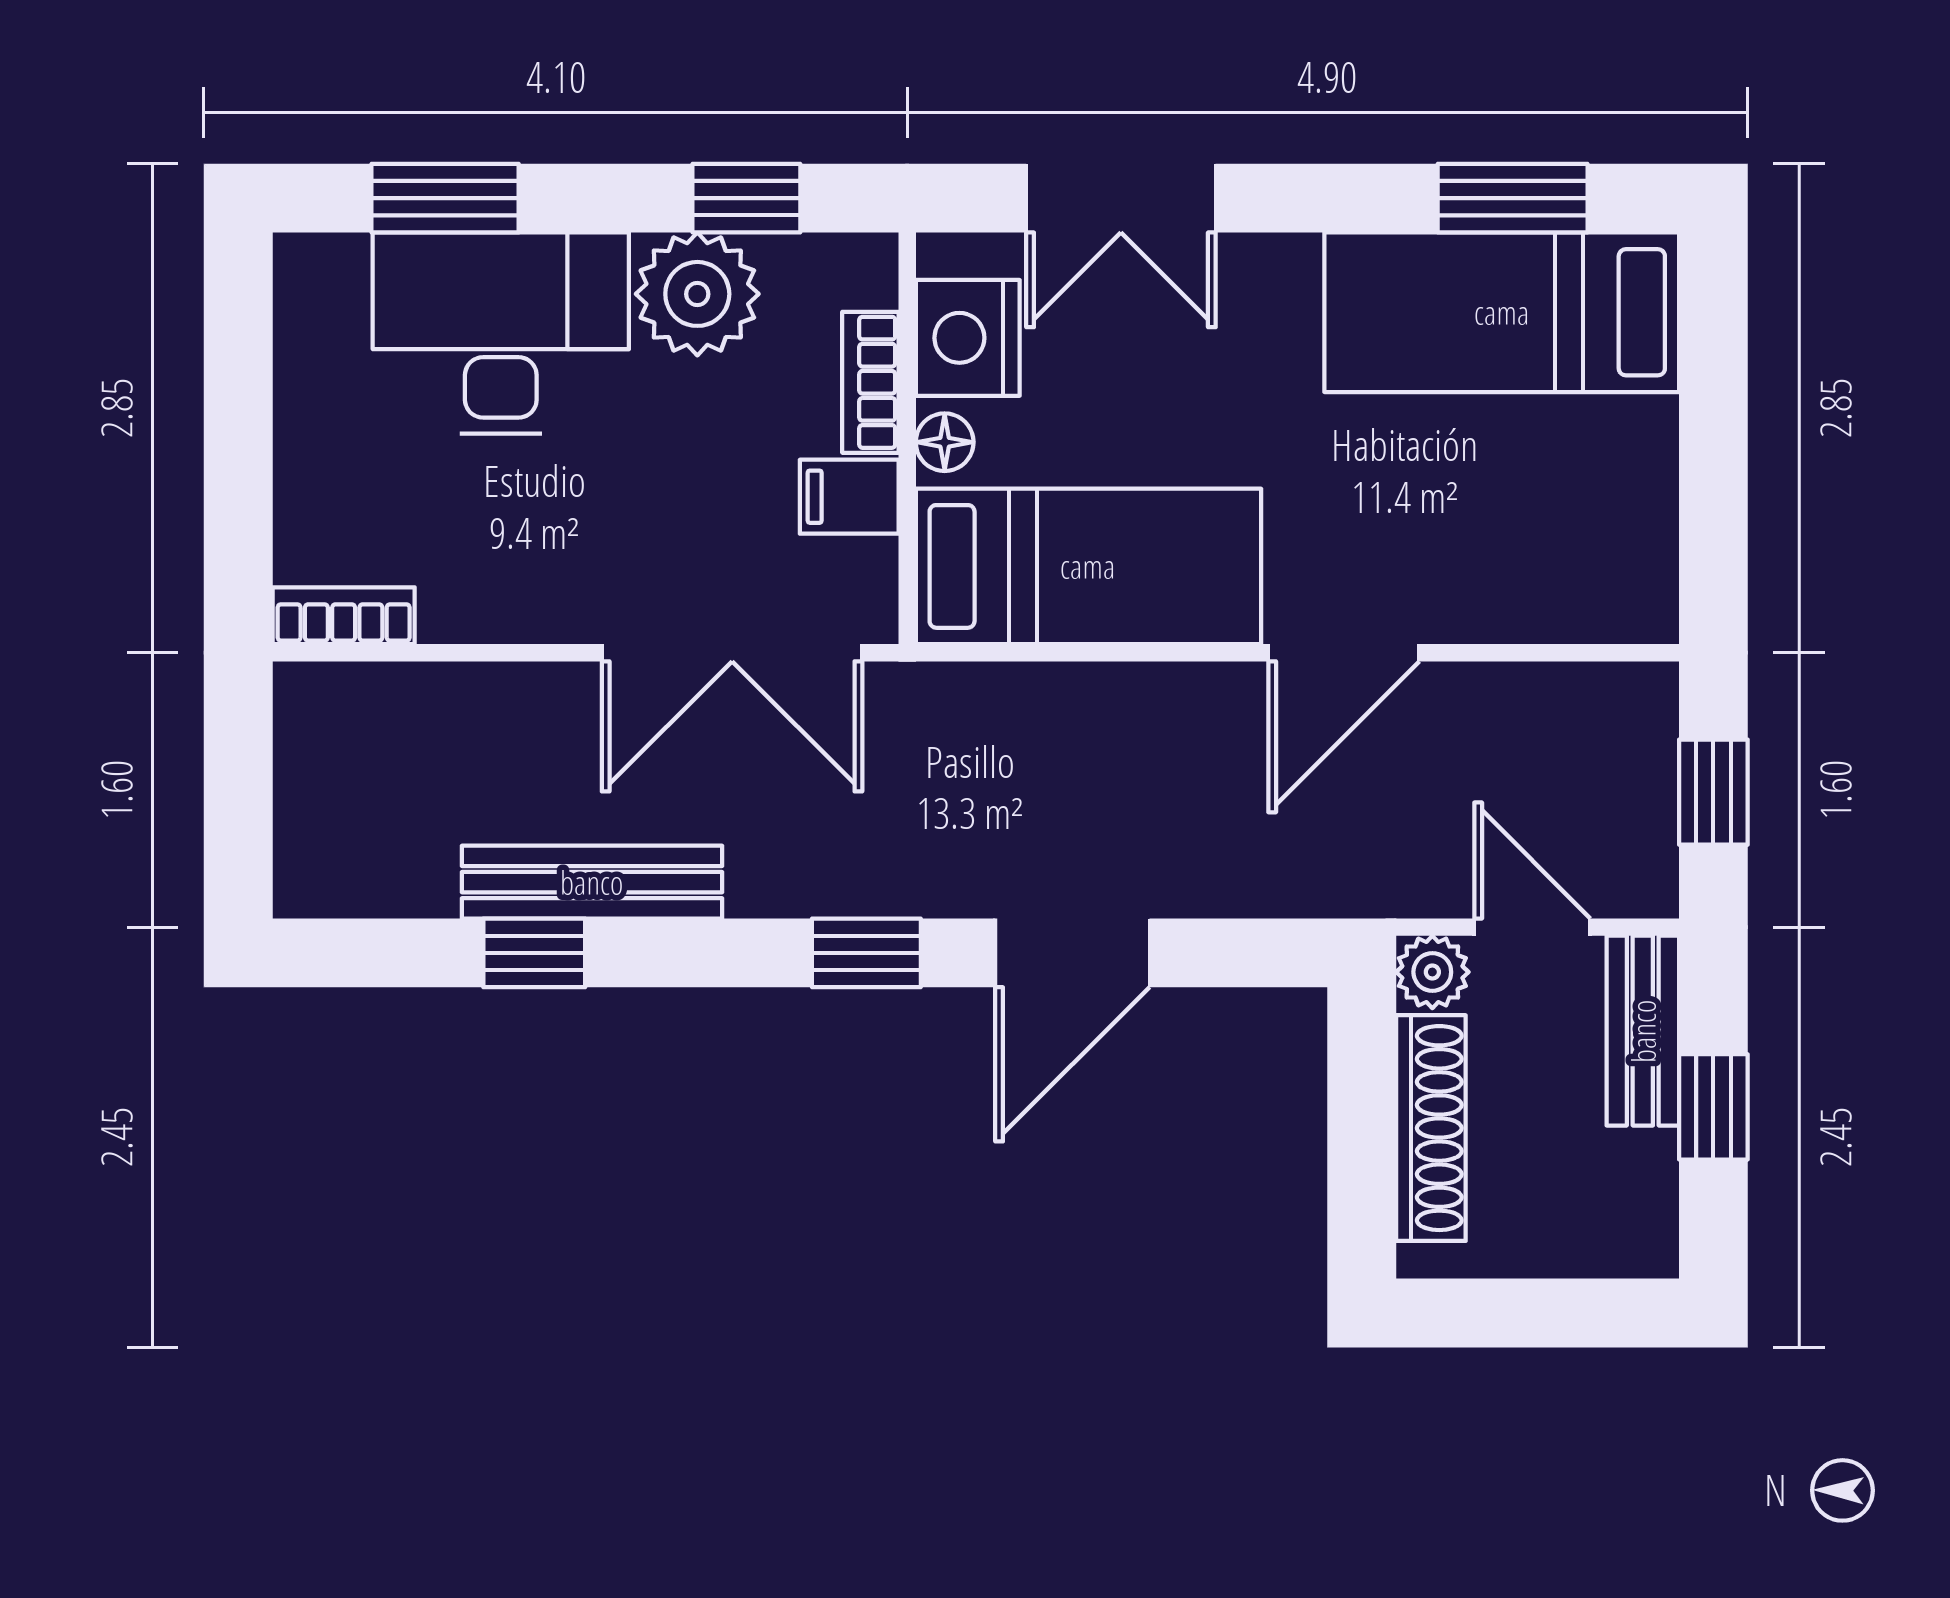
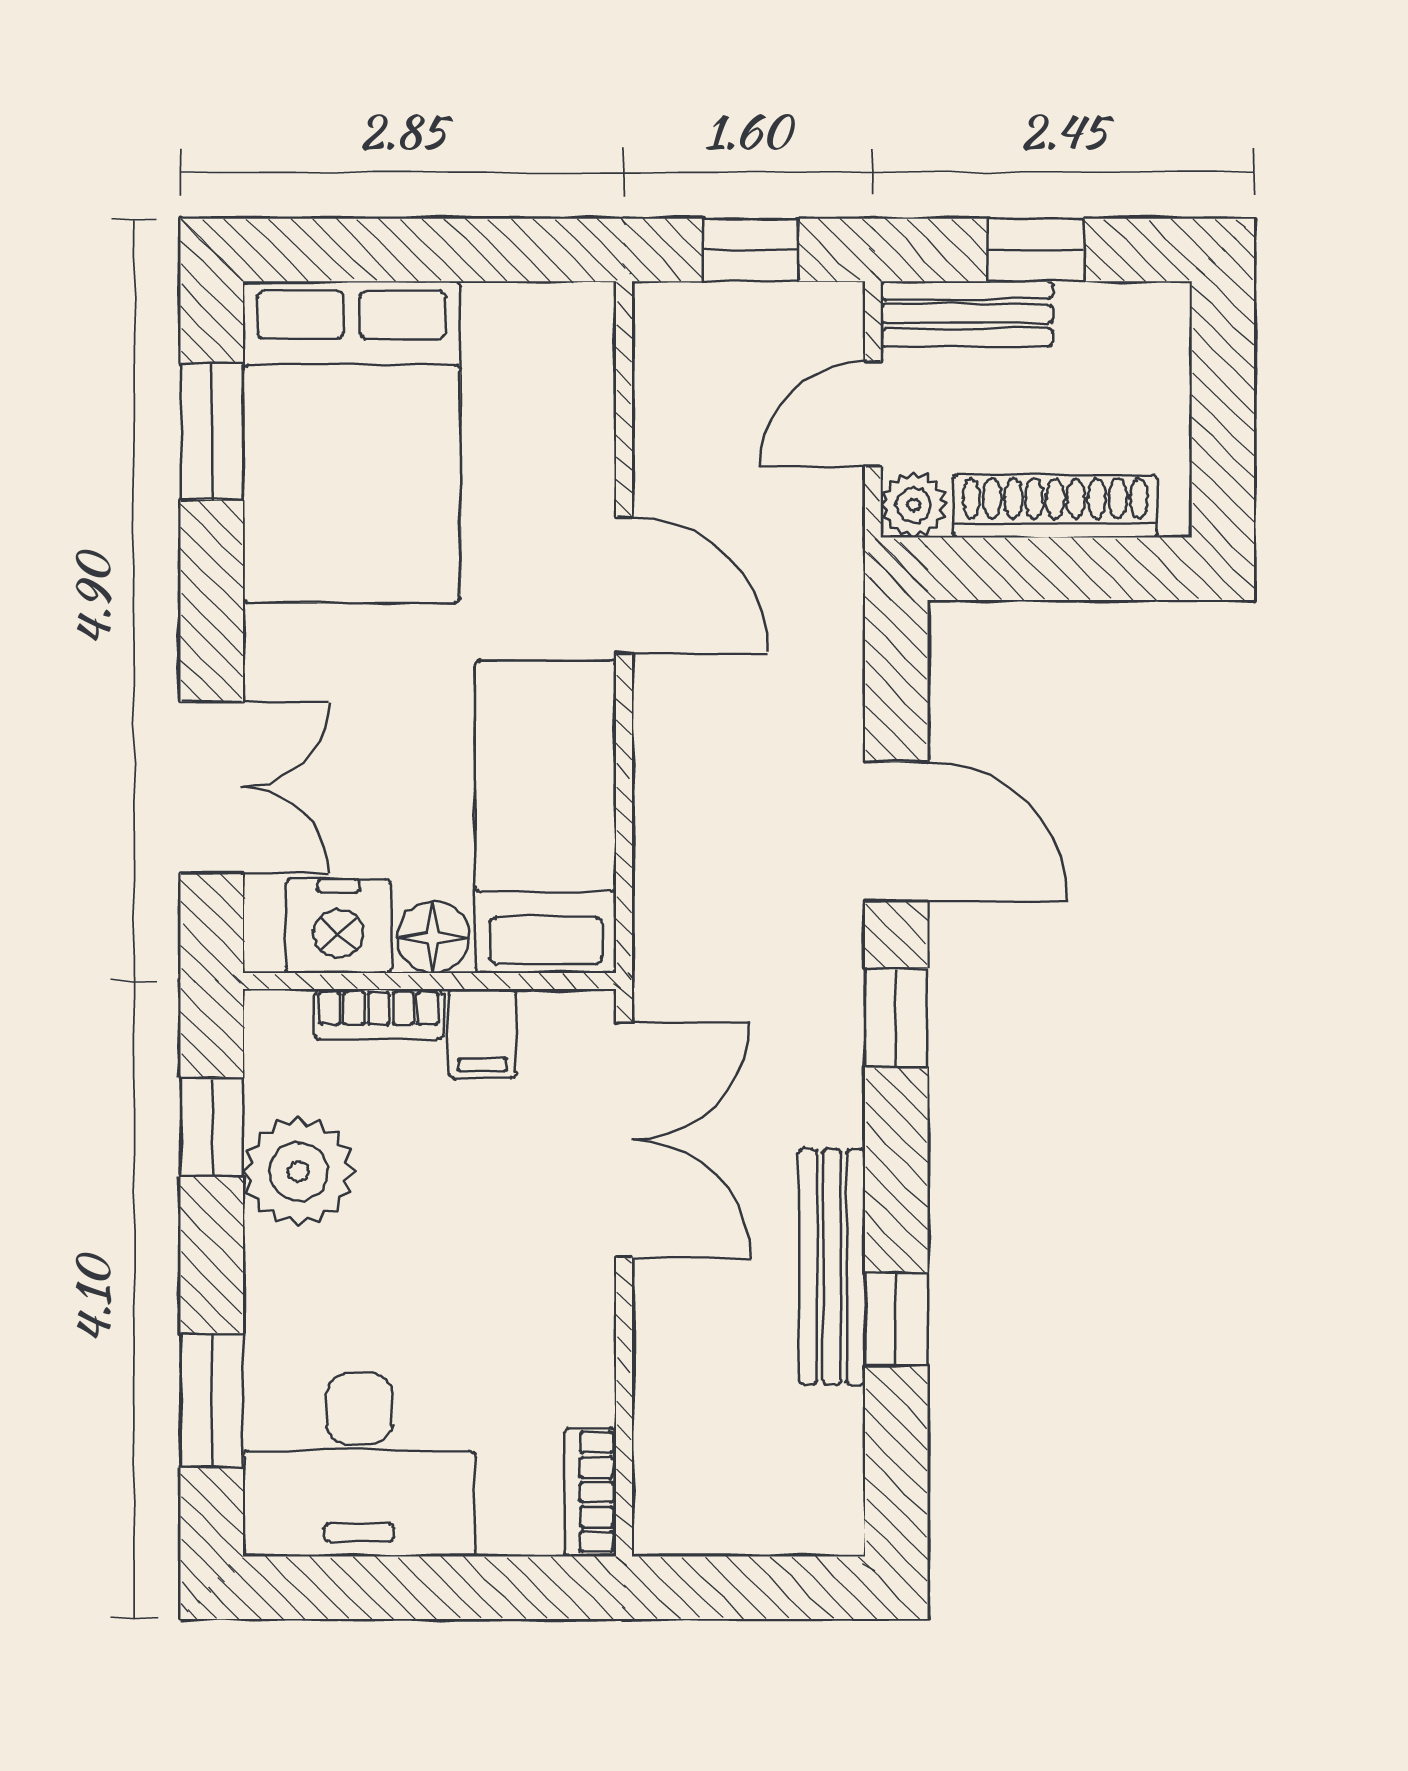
bed: (1502, 312) -> (351, 442), width x1.50
desk: (501, 333) -> (359, 1465), moved, turned -90
floor lamp: (945, 442) -> (433, 937), width x1.37, depth x1.37

